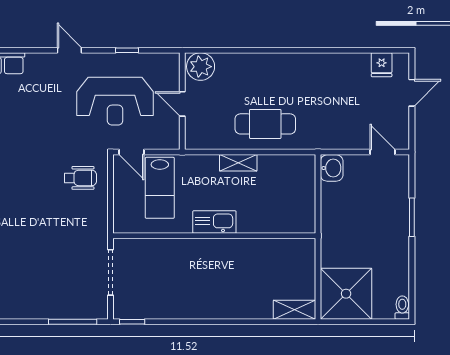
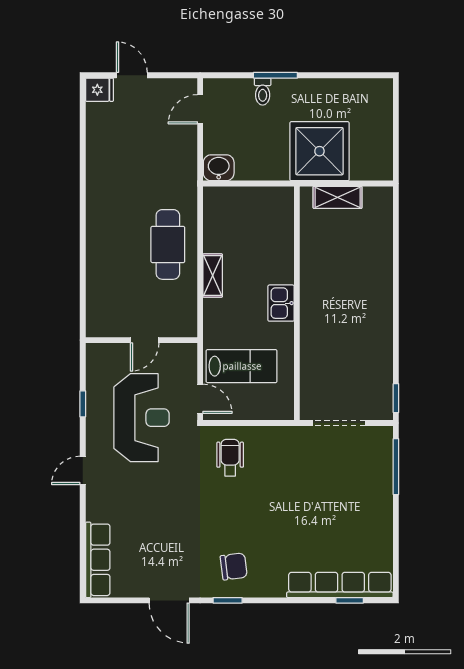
fridge: (382, 65) -> (99, 90), moved
plant: (201, 67) -> (102, 319), removed
door: (131, 152) -> (200, 399), hinge flipped
kitchen sink: (214, 222) -> (281, 303), width x0.73
shower: (346, 294) -> (319, 151), moved
toilet: (402, 308) -> (263, 92), moved, turned -90
shelving: (294, 310) -> (338, 197), moved, turned 90

